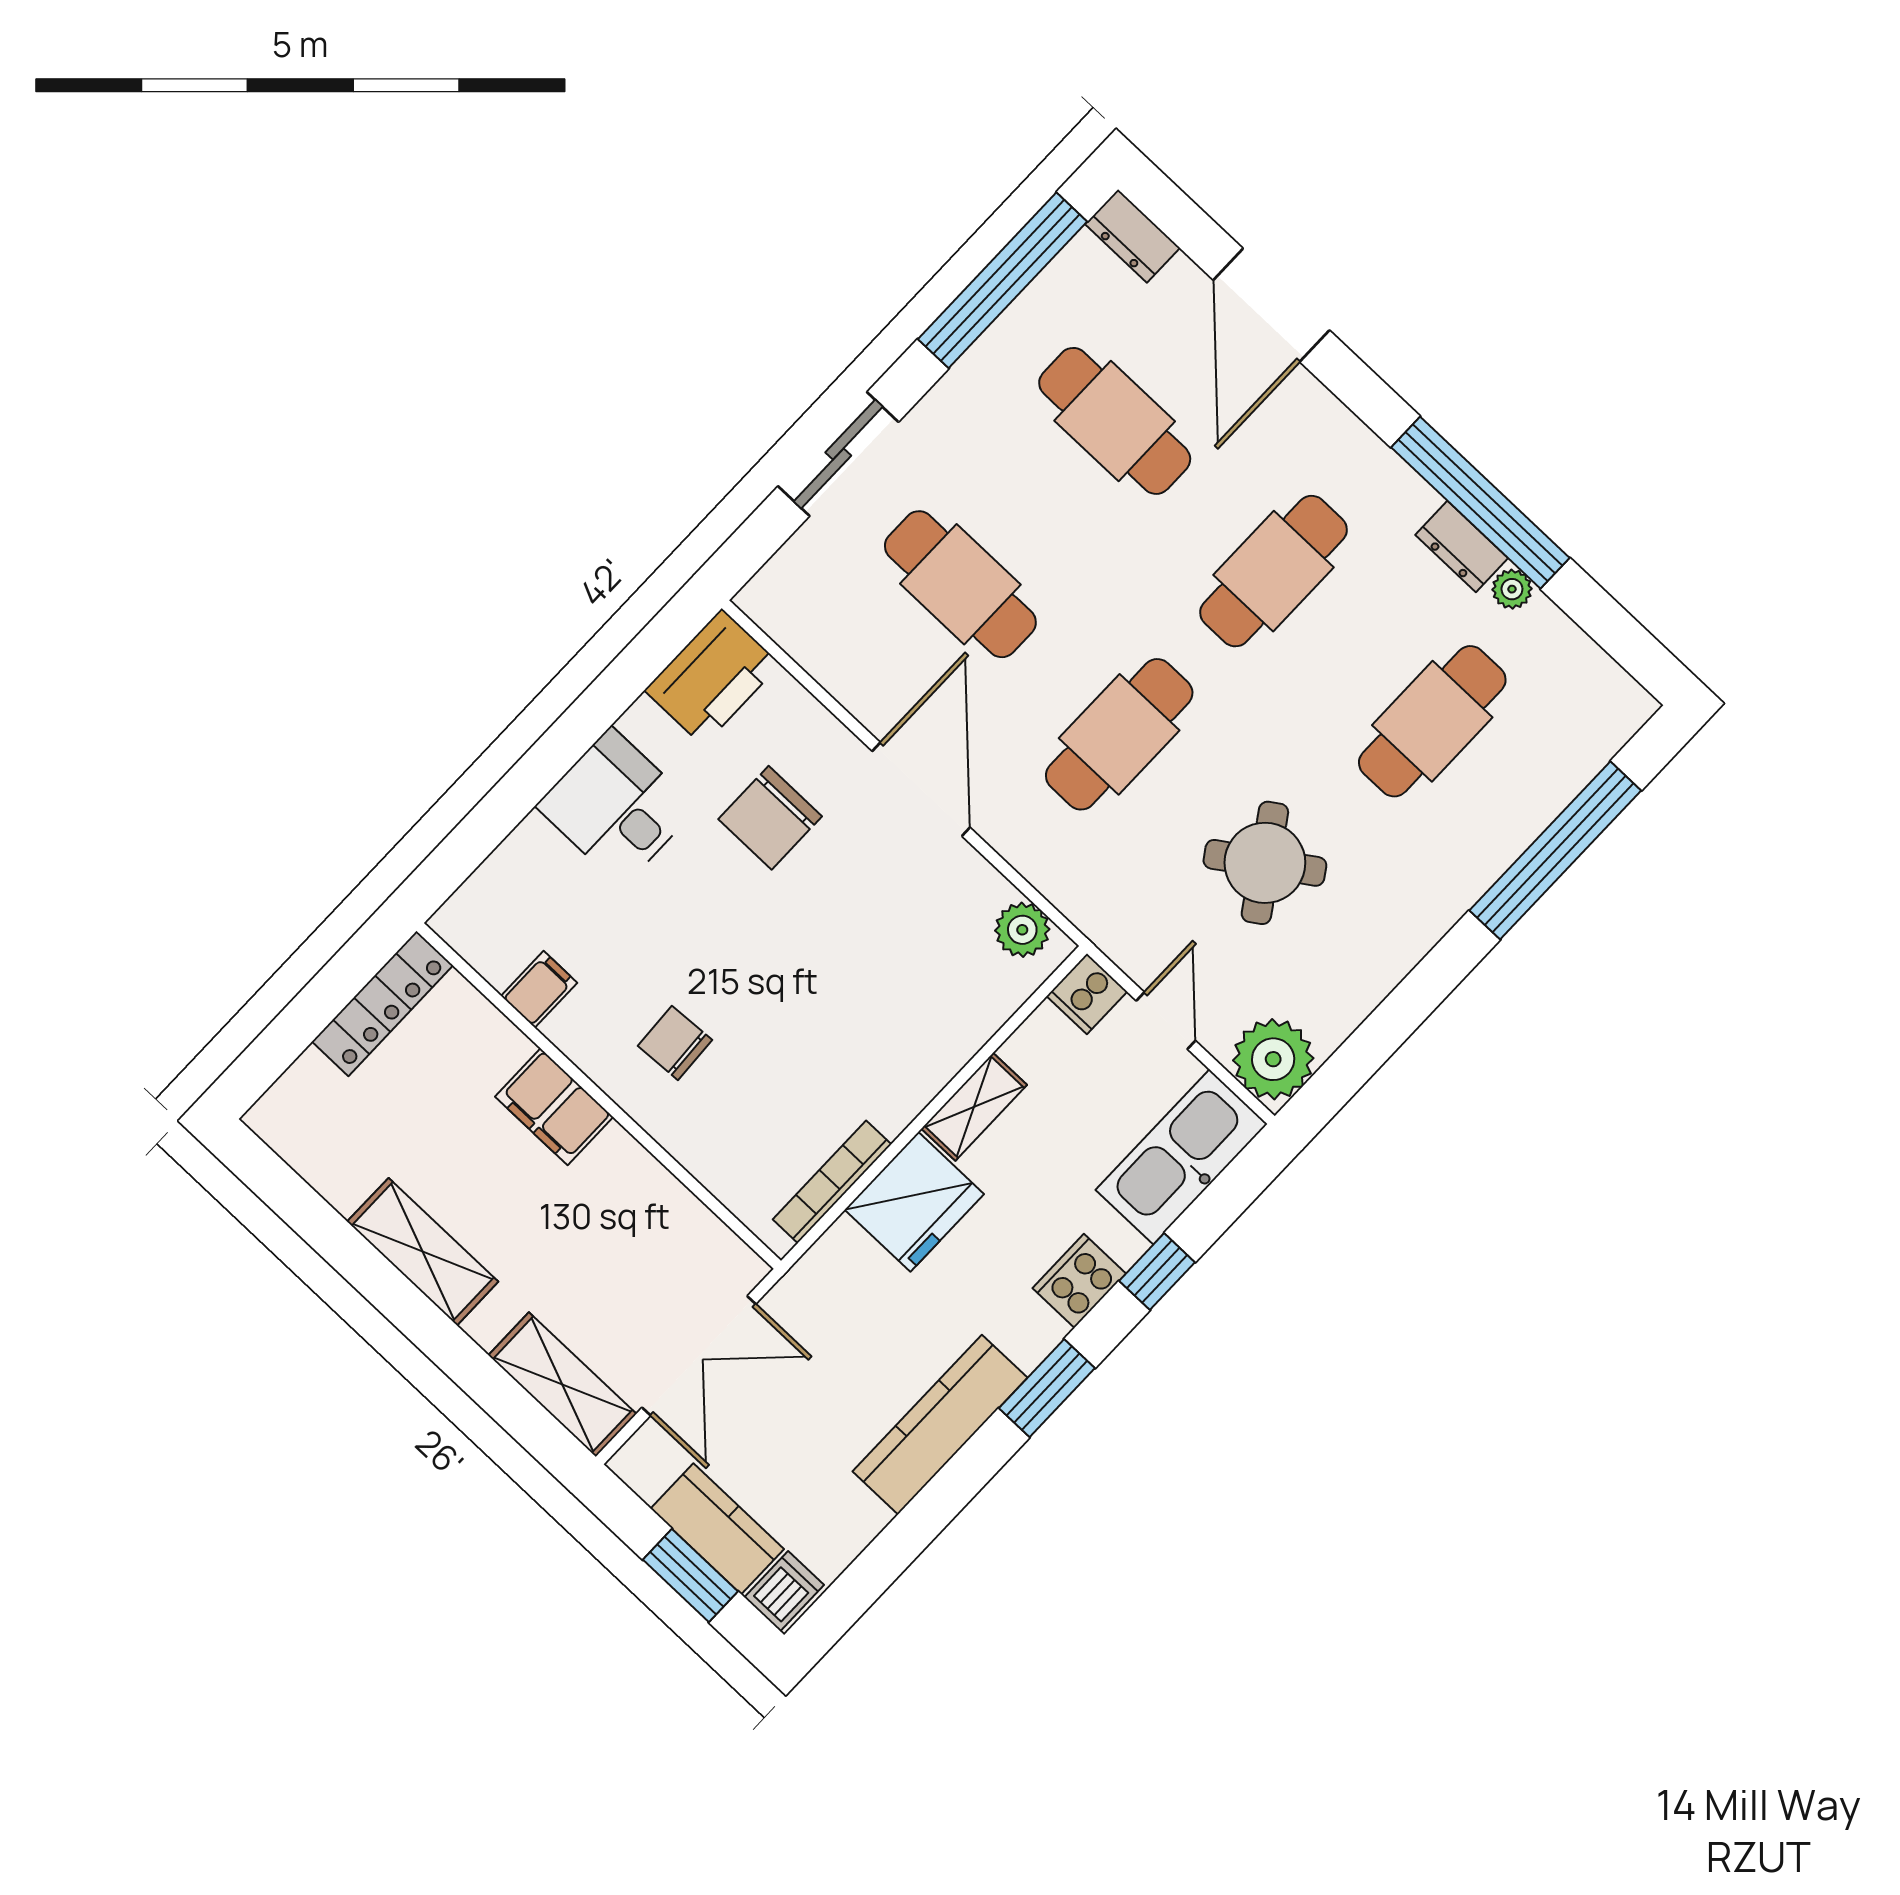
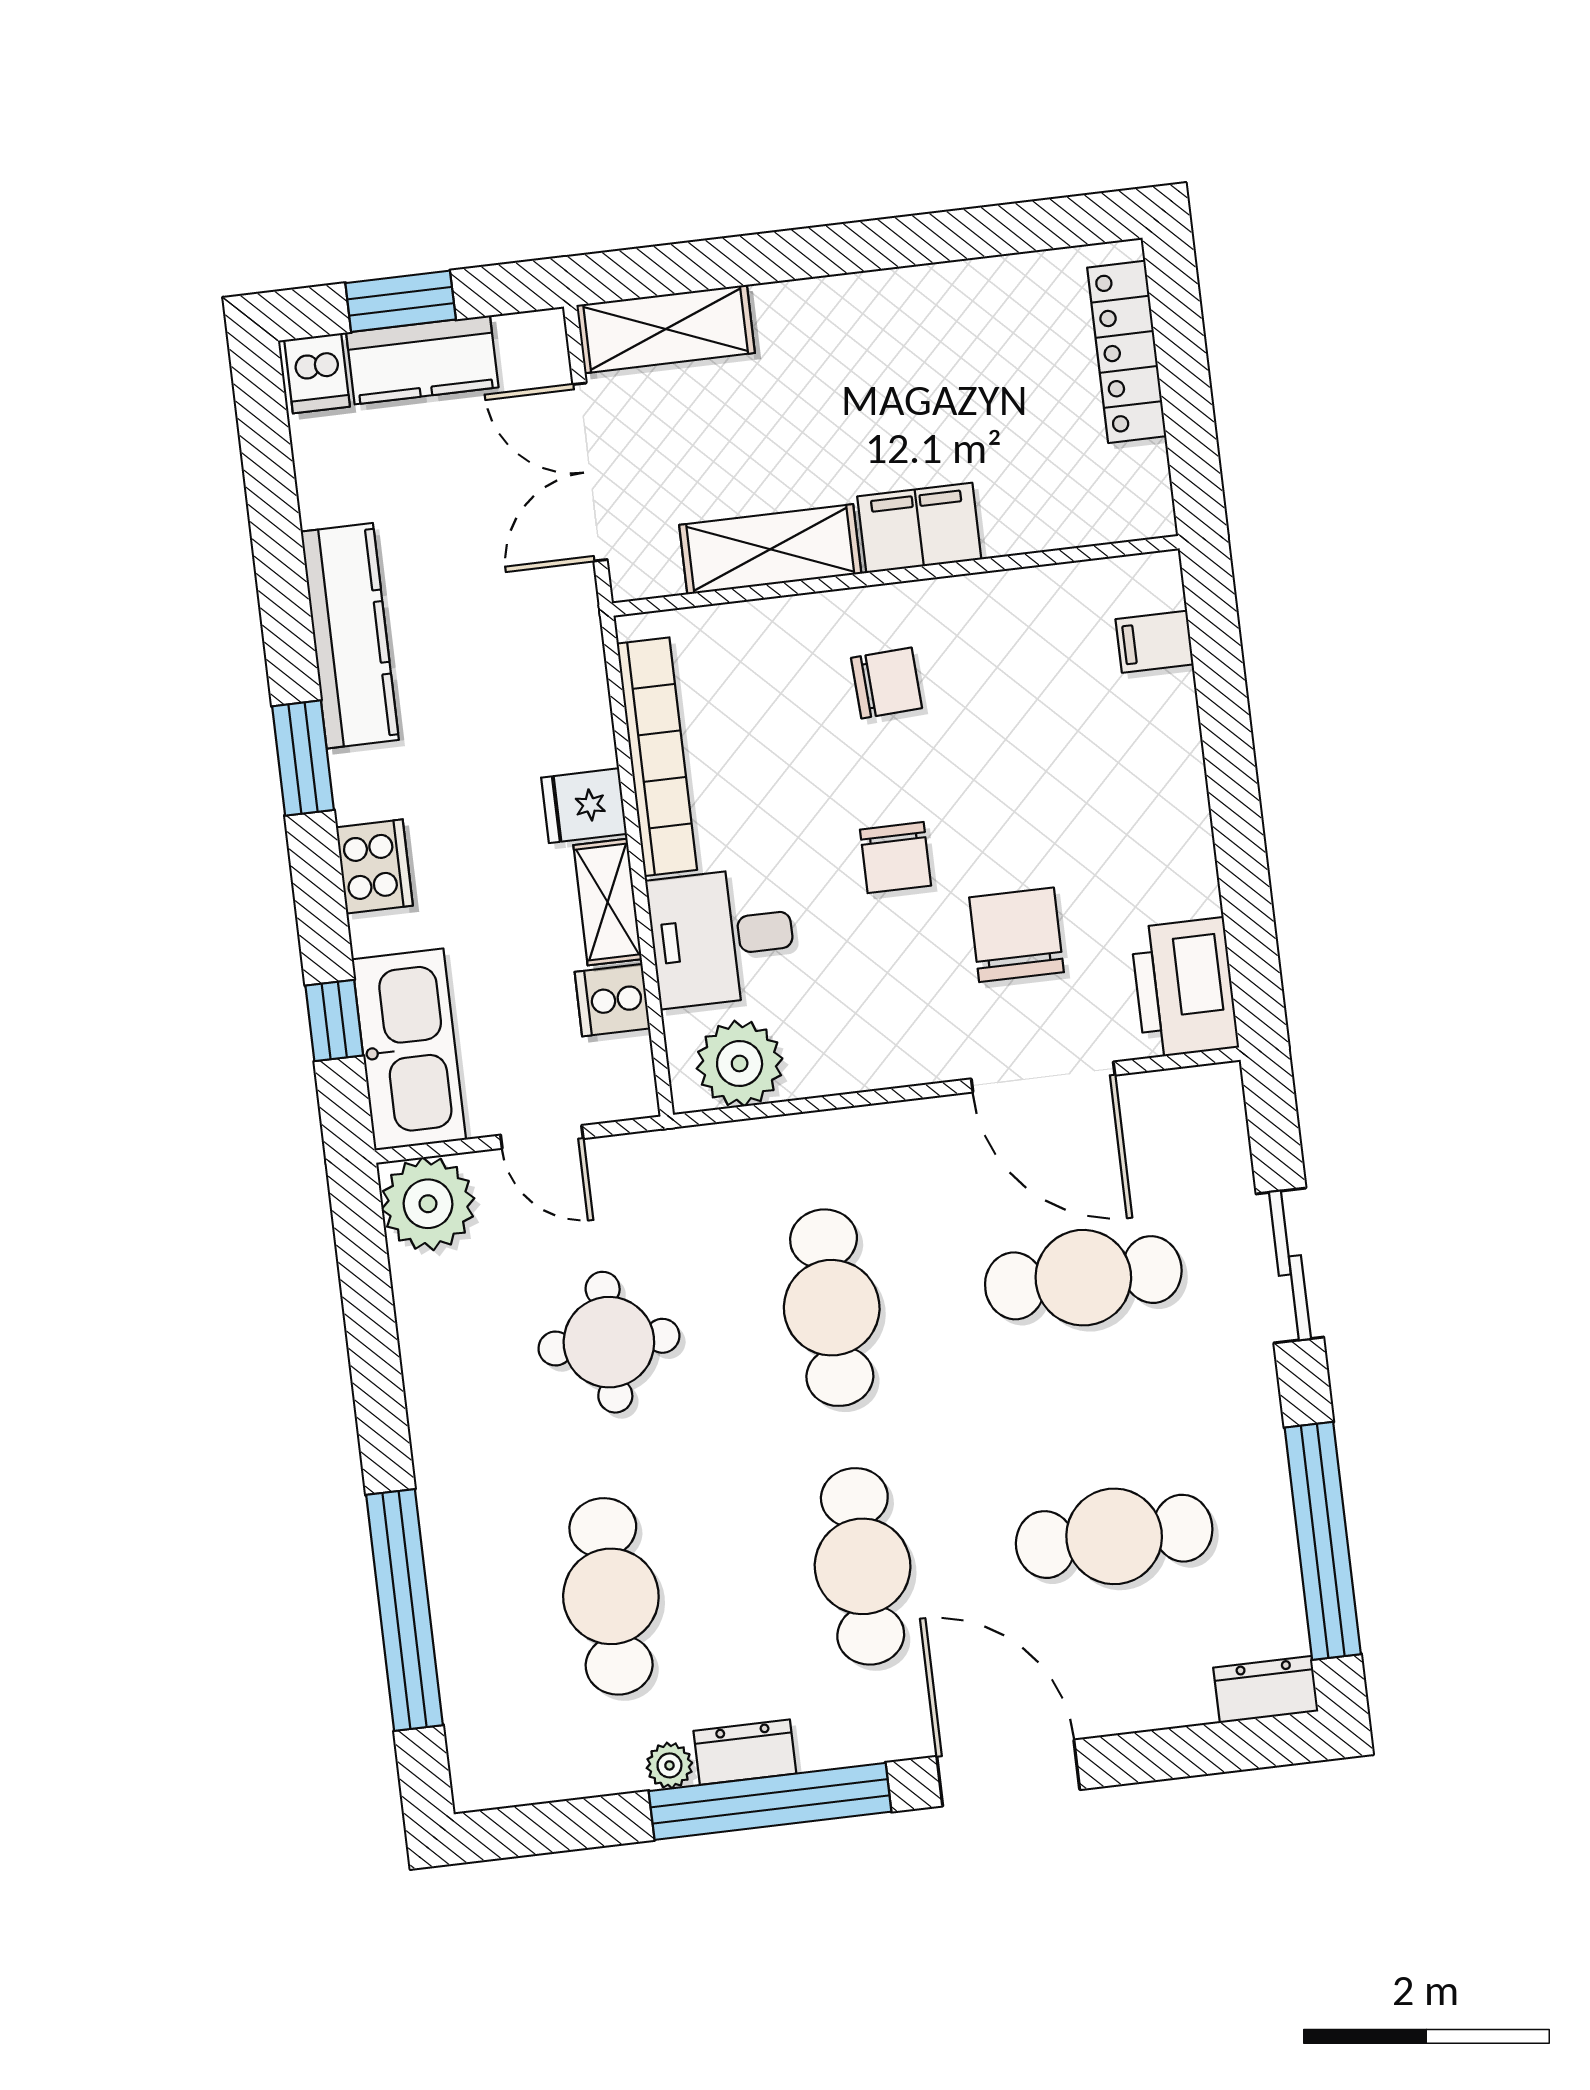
door: (1271, 305) -> (1008, 1773), moved
door: (921, 789) -> (1043, 1077), moved
desk: (617, 807) -> (722, 937), moved, turned 180
round table: (1265, 863) -> (609, 1342), turned 34
plant: (1022, 930) -> (740, 1063), width x1.36, depth x1.36
chair: (786, 940) -> (896, 858), added
filing cabinet: (539, 989) -> (1154, 642), moved, turned 90
cooker: (1087, 994) -> (612, 1000), moved, turned -90
locker: (382, 1004) -> (1127, 352), moved
bookcase: (832, 1182) -> (657, 757), width x1.48, depth x1.31
fridge: (914, 1202) -> (584, 806), width x0.53, depth x0.75
shelving: (423, 1252) -> (770, 549), moved
window: (1157, 1272) -> (334, 1021), moved

